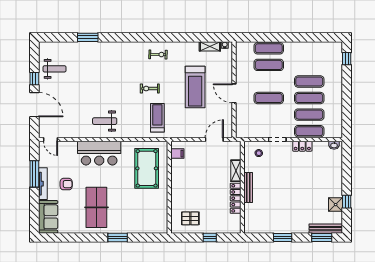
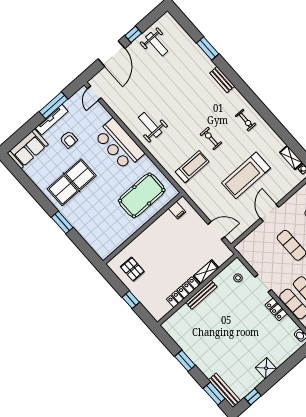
bench: (117, 46) -> (222, 80), added
window: (347, 202) -> (253, 397), moved
shower: (336, 205) -> (266, 368), moved

